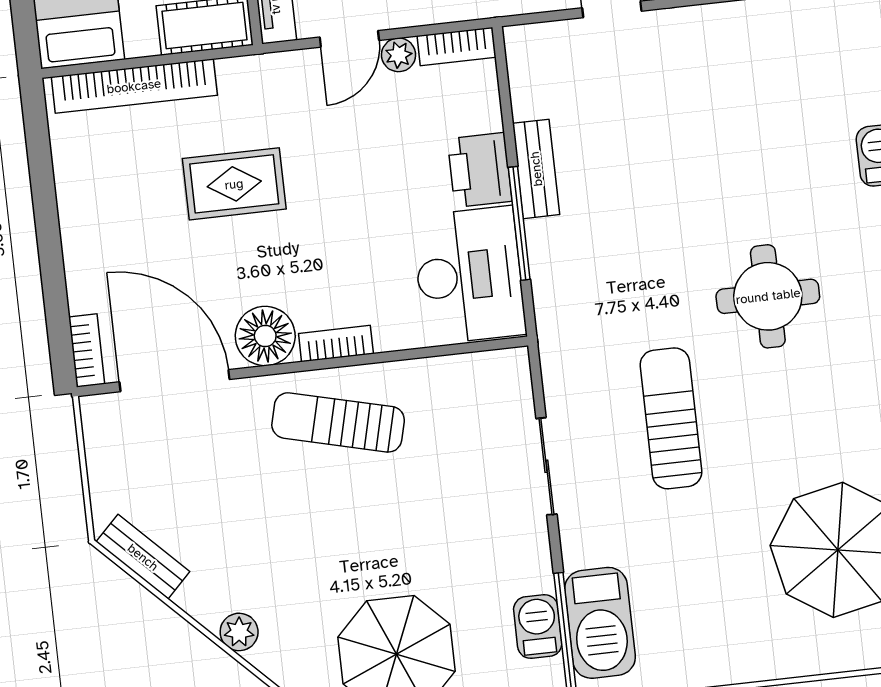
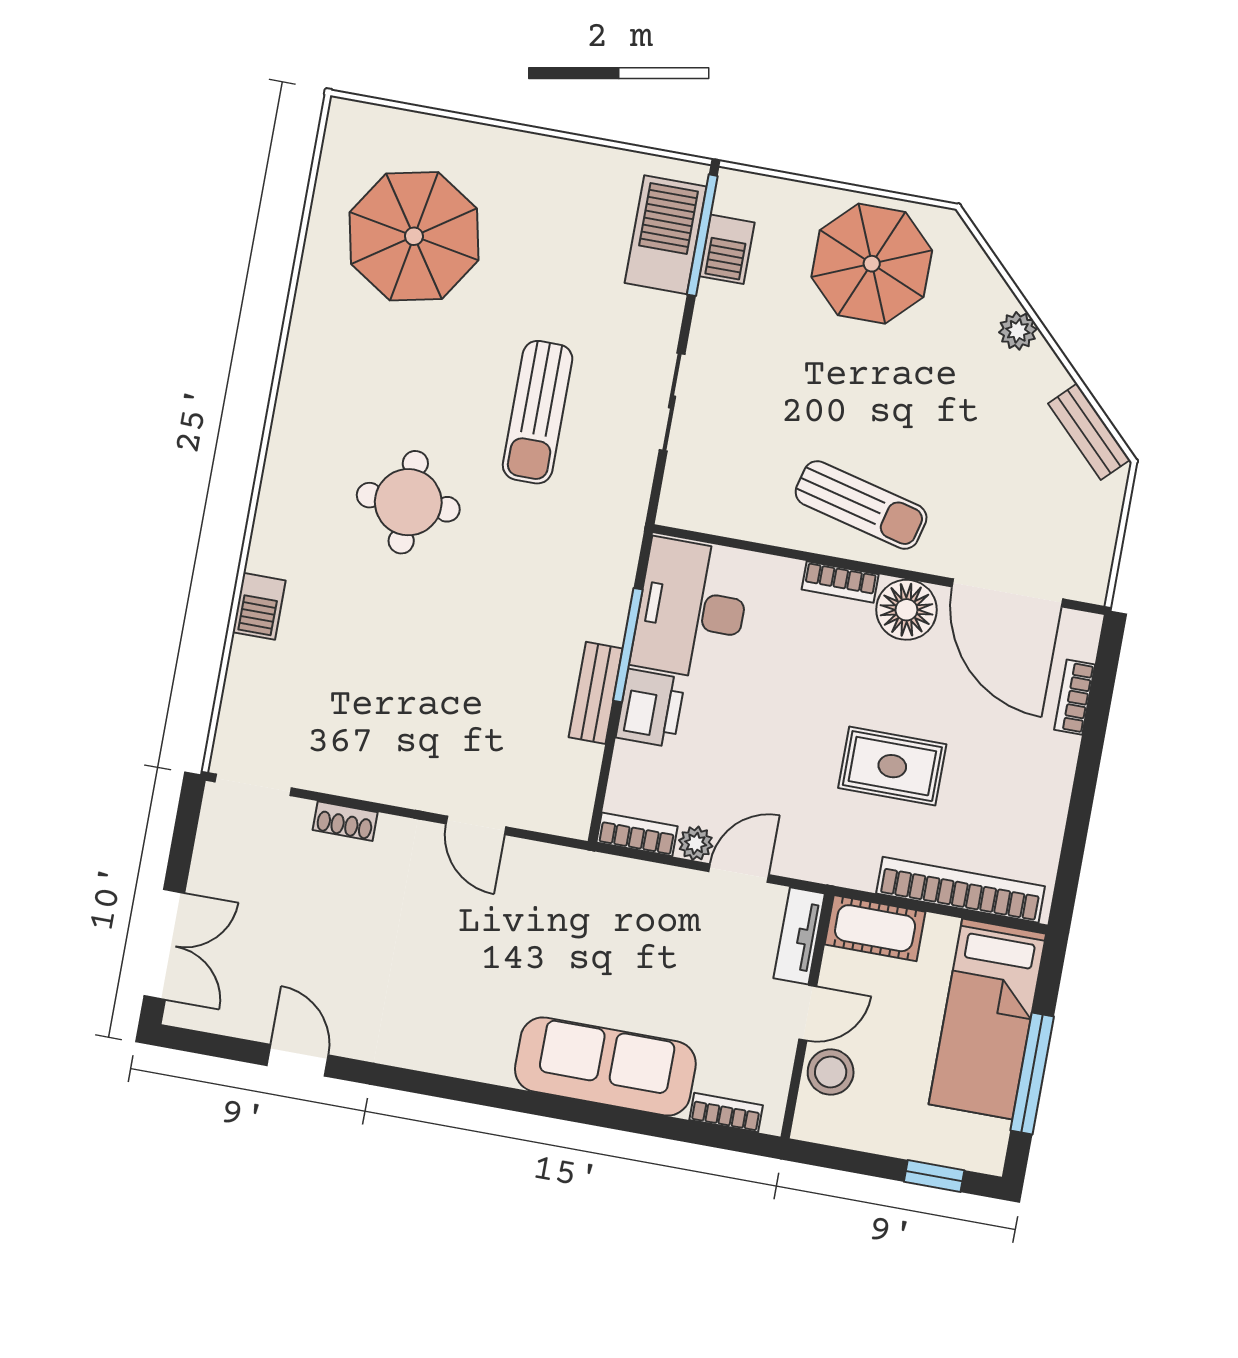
bookcase: (87, 350) -> (1075, 697), moved

